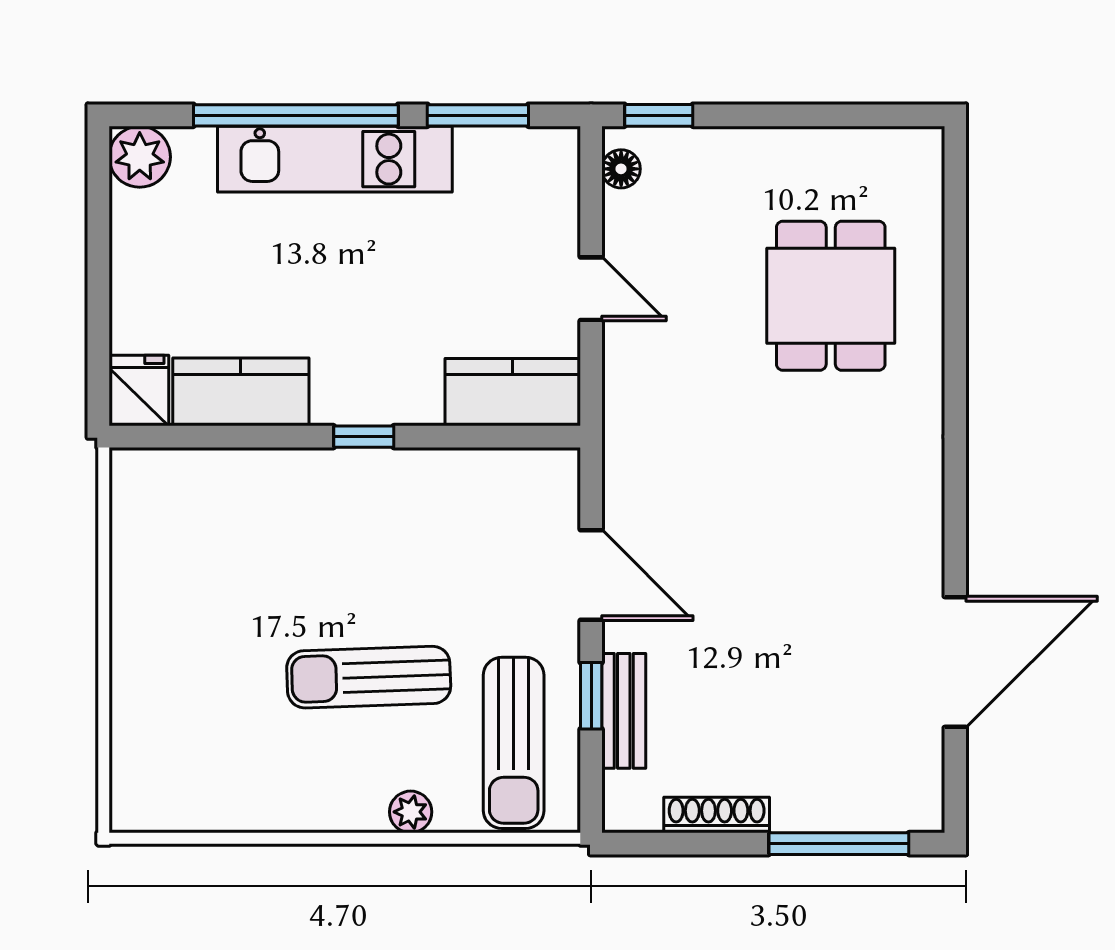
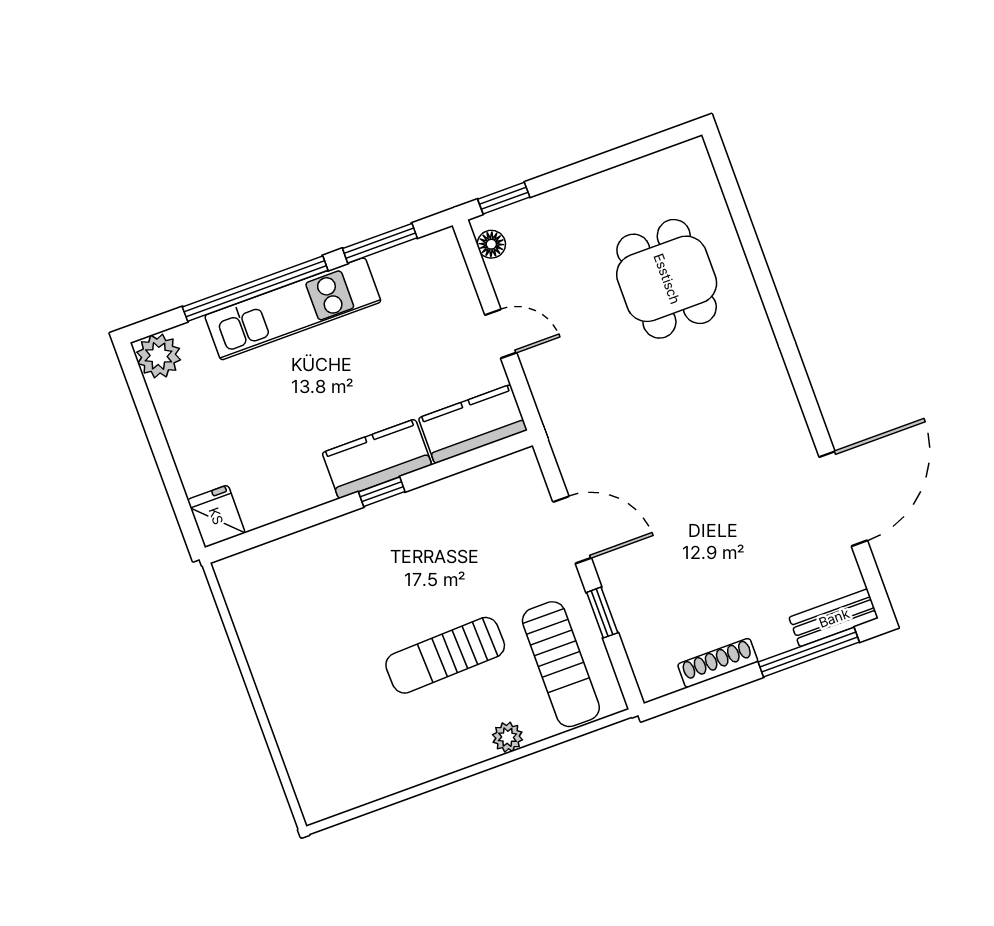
kitchen counter: (241, 392) -> (377, 459), moved
bench: (624, 711) -> (834, 618), moved, turned 90

